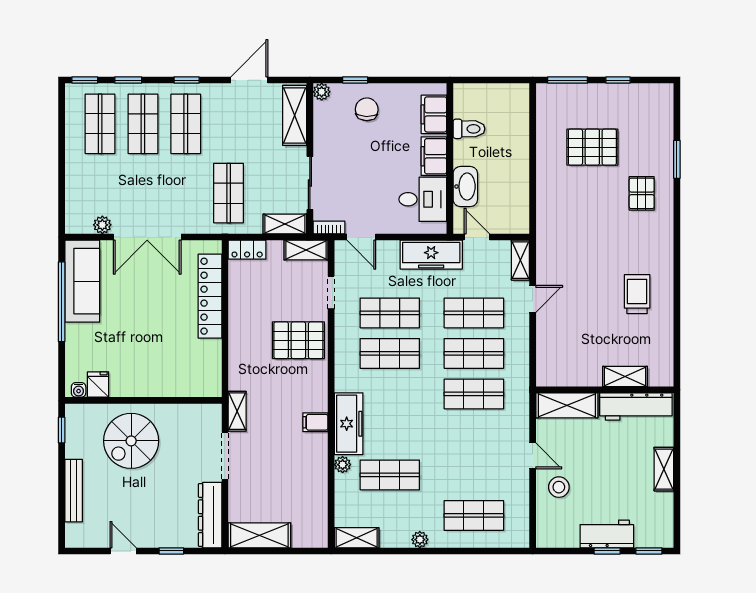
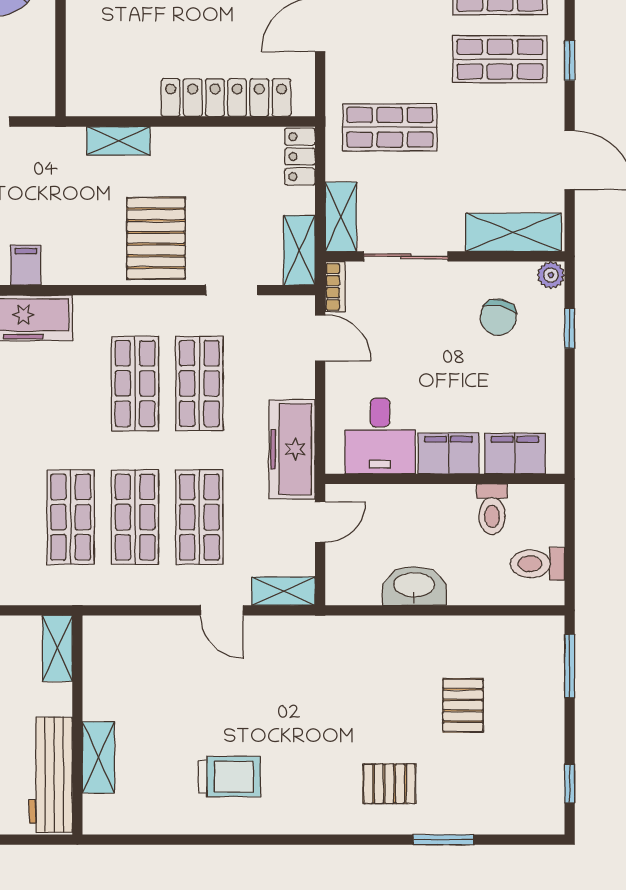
window: (618, 80) -> (570, 783), moved
toilet: (503, 100) -> (538, 564), added
chair: (367, 109) -> (498, 317), moved, turned 100
pallet: (592, 147) -> (463, 705), width x0.67, depth x0.71
washbasin: (465, 187) -> (414, 586), moved, turned 180
door: (361, 237) -> (320, 338), swing flipped
shelving: (567, 405) -> (58, 648), width x0.67, depth x0.75
shelving: (237, 411) -> (118, 141), moved

